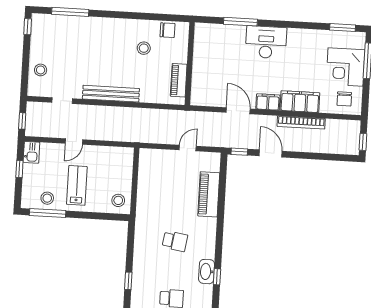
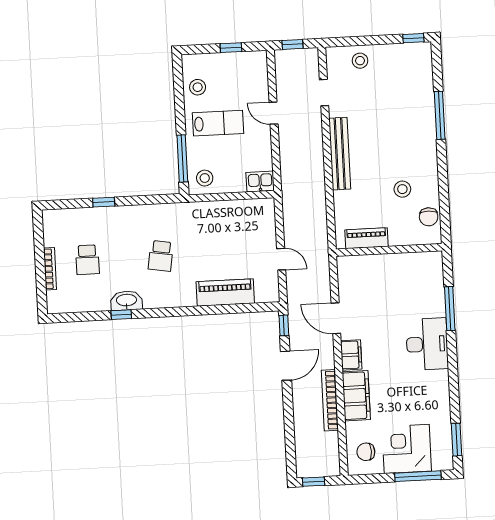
window: (70, 12) -> (440, 115), moved
door: (238, 111) -> (336, 318), swing flipped
kitchen sink: (31, 152) -> (260, 181), moved, turned 180
window: (48, 213) -> (182, 158), moved

